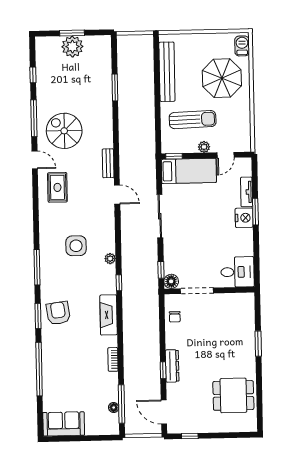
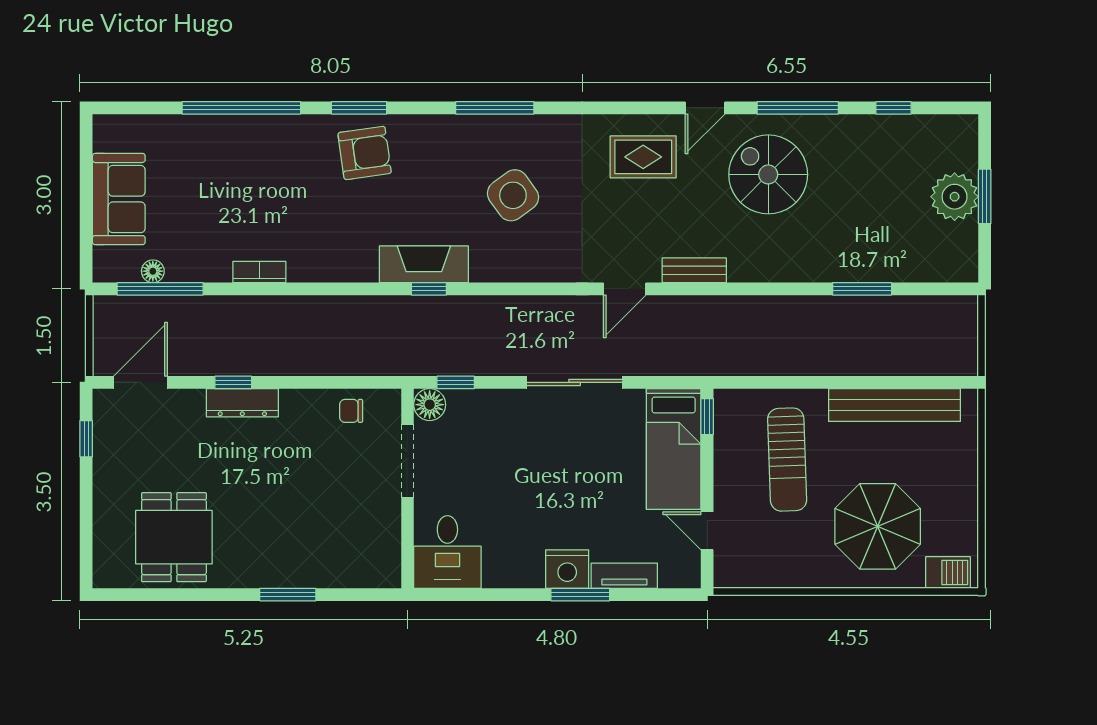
spiral stairs: (64, 131) -> (768, 174), turned -90
plant: (204, 147) -> (726, 484), removed
side table: (76, 246) -> (513, 195), turned -36
plant: (110, 259) -> (483, 270), removed
window: (37, 267) -> (495, 108), moved
fireplace: (109, 315) -> (424, 264), moved
sofa: (64, 424) -> (119, 199), moved

